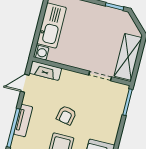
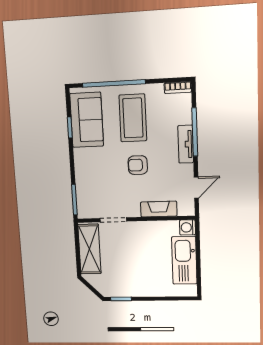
fireplace: (45, 71) -> (159, 209), moved
armchair: (66, 115) -> (138, 165), turned -101

